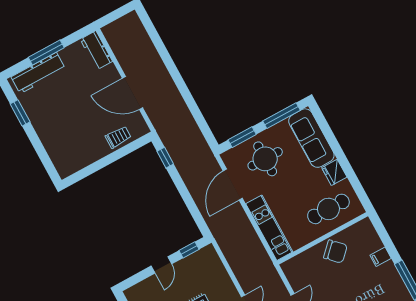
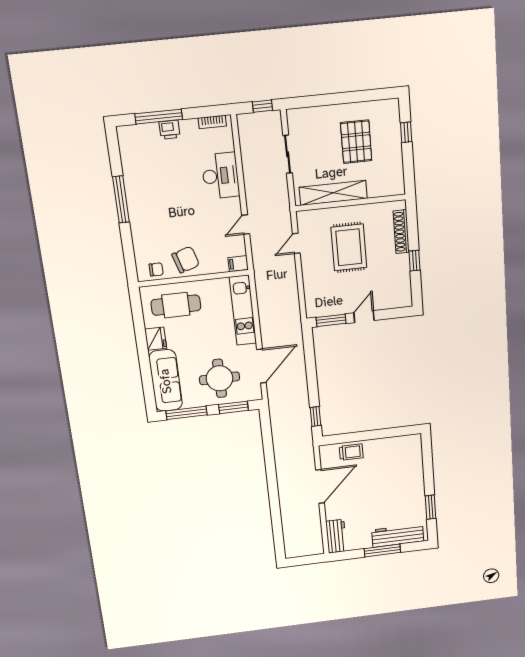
door: (133, 93) -> (320, 486), hinge flipped
trolley: (118, 137) -> (351, 452), turned 180
chair: (357, 233) -> (156, 269), added
window: (189, 250) -> (331, 320), width x1.50
chair: (335, 252) -> (186, 260), turned 118
filing cabinet: (381, 257) -> (238, 264), moved, turned 180

